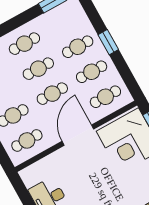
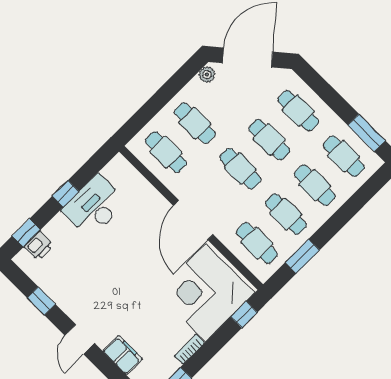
cafe table: (64, 22) -> (344, 156), added
window: (108, 42) -> (302, 256), moved
door: (78, 135) -> (193, 220), swing flipped

